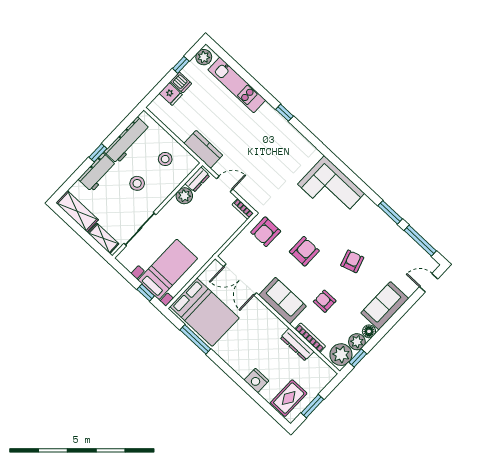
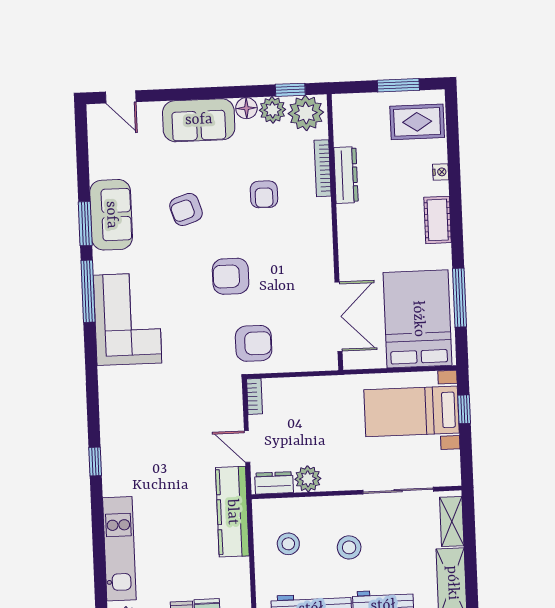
kitchen counter: (203, 149) -> (232, 512), width x1.50
window: (420, 241) -> (88, 291), moved
sofa: (282, 301) -> (111, 215), moved, turned 180
cot: (238, 364) -> (438, 220), added
nightstand: (256, 380) -> (441, 172), width x0.53, depth x0.56

